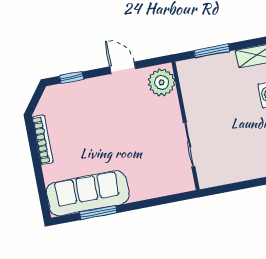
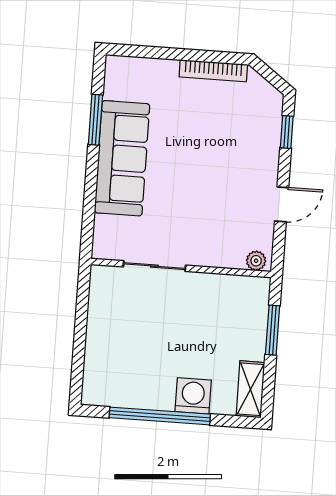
plant: (162, 82) -> (256, 261), width x0.53, depth x0.53
sofa: (88, 193) -> (122, 158), moved

